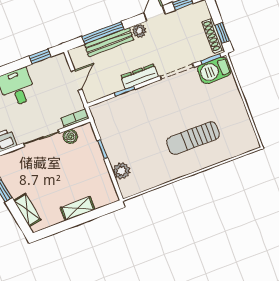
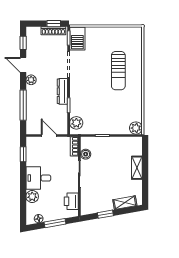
bench: (109, 42) -> (31, 103), removed
plant: (106, 109) -> (76, 123), added
plant: (121, 171) -> (136, 128), moved

